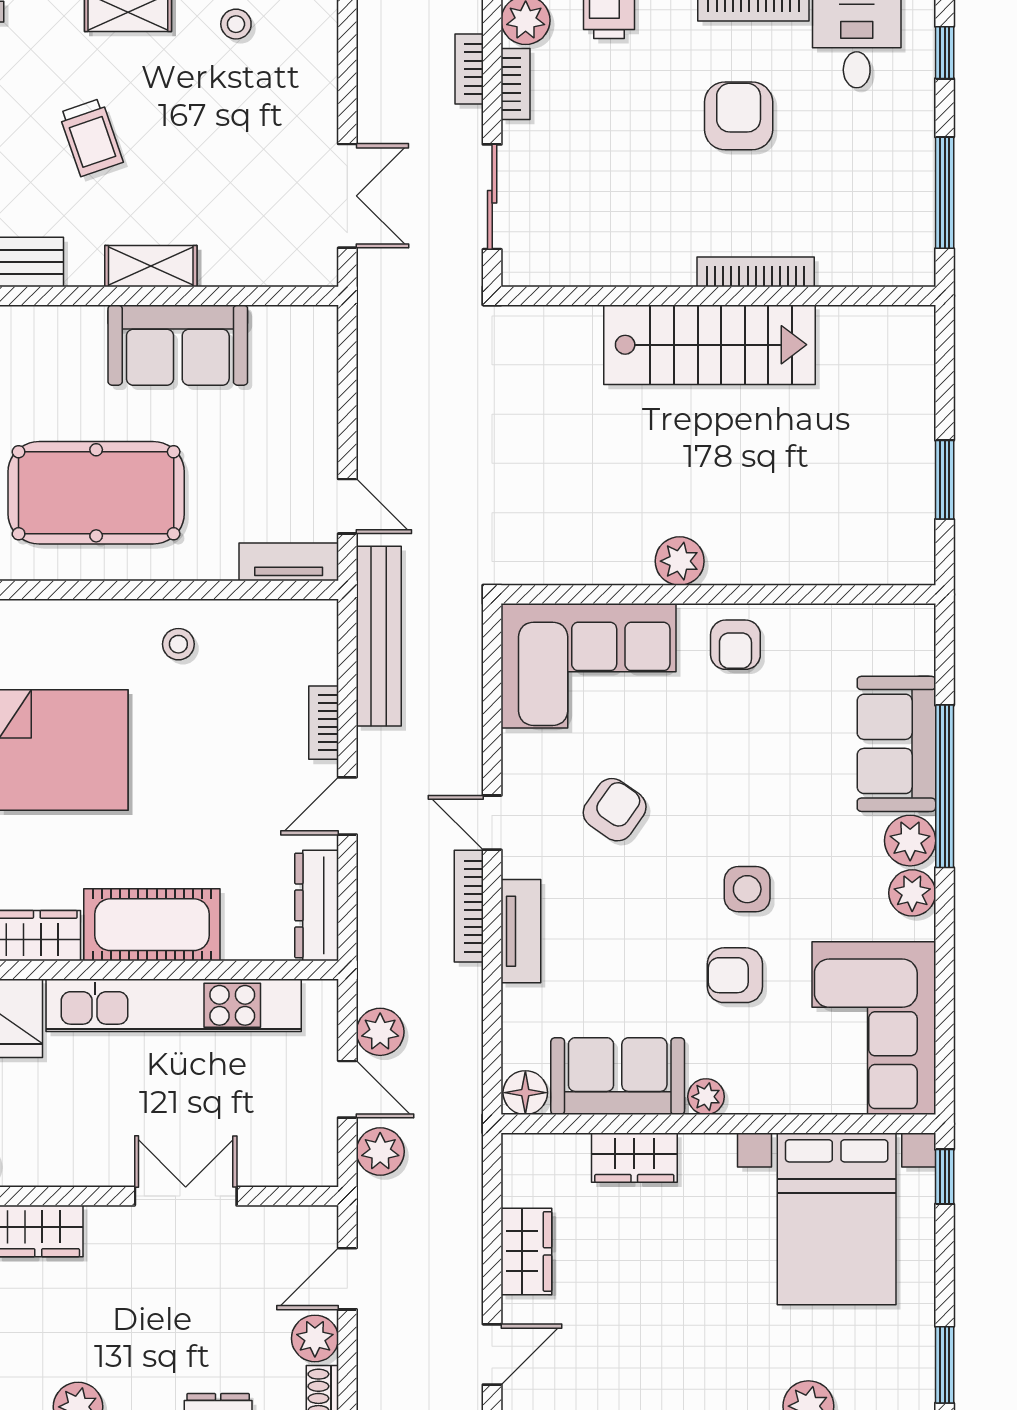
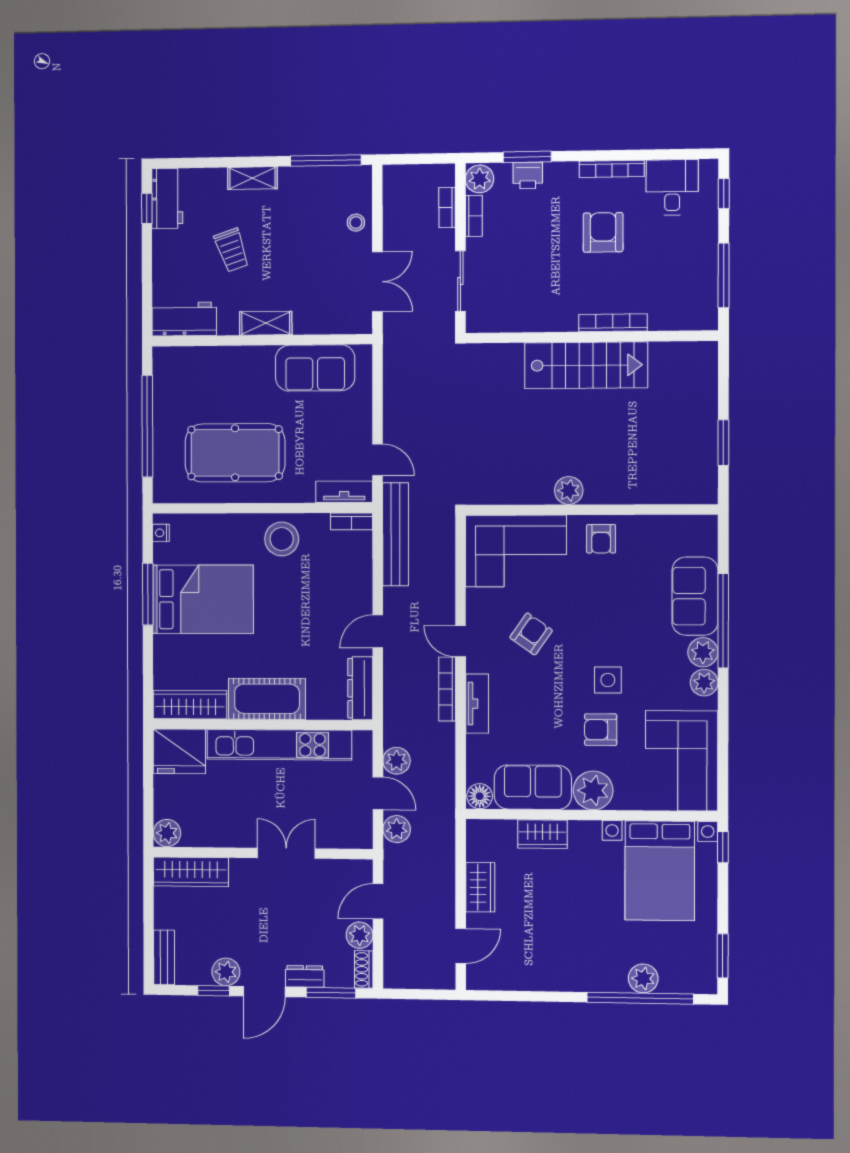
stool: (236, 24) -> (356, 223), moved
sofa: (178, 345) -> (315, 368), moved
stool: (178, 644) -> (282, 539), width x1.89, depth x1.89
bookcase: (324, 723) -> (351, 521), moved, turned -90
plant: (706, 1097) -> (593, 790), width x1.88, depth x1.88

